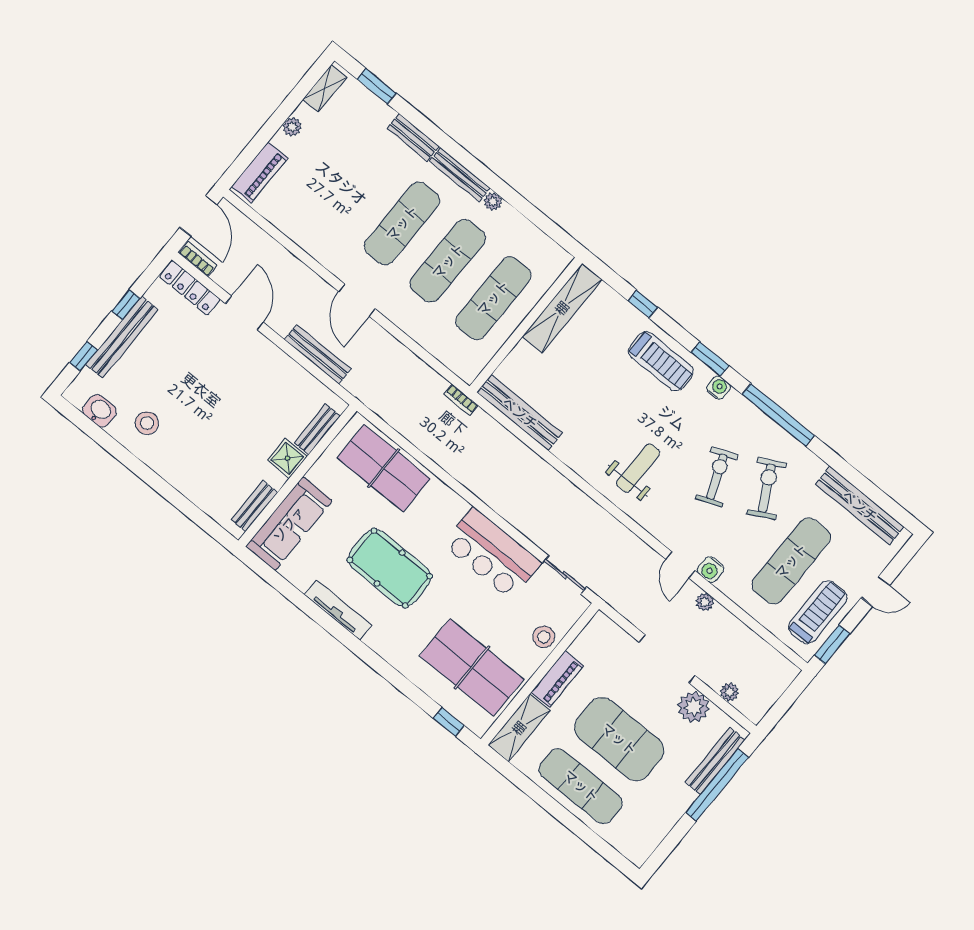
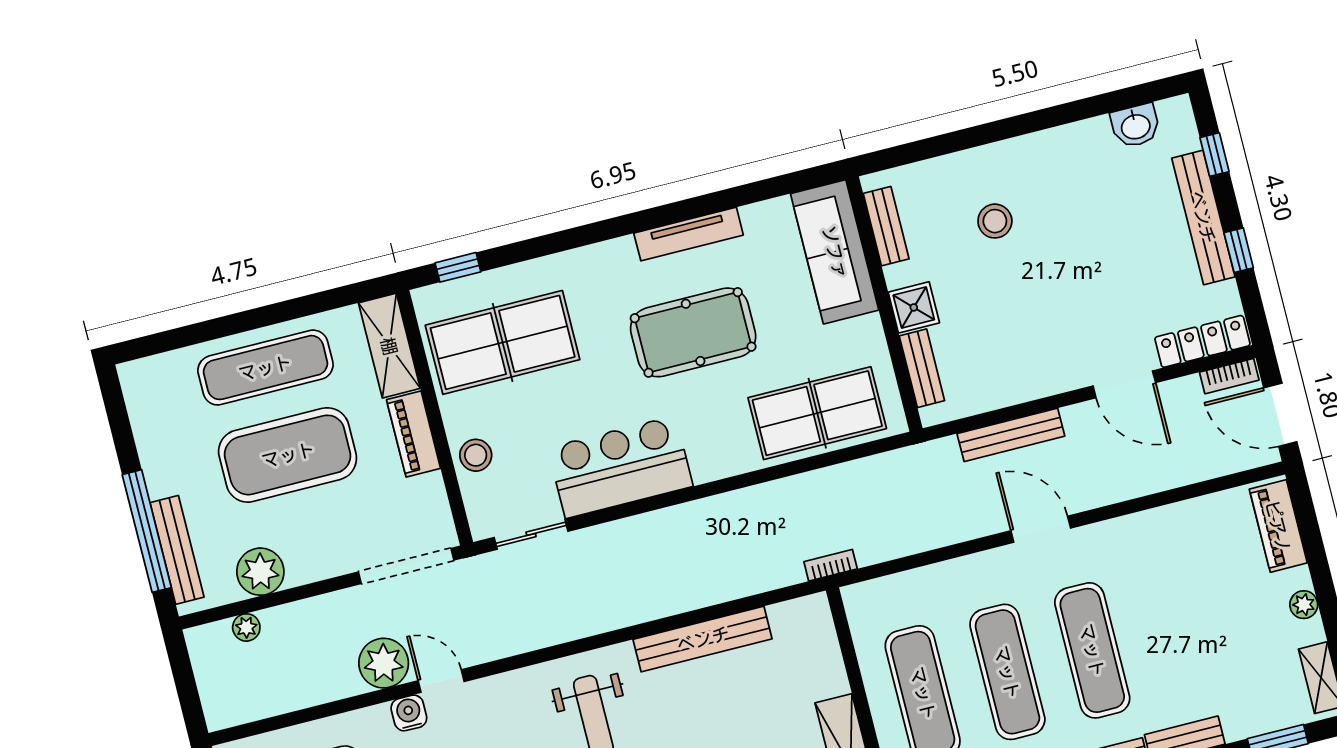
bench: (520, 413) -> (703, 639), moved
stool: (147, 423) -> (995, 221), moved
plant: (705, 602) -> (384, 663), width x1.88, depth x1.88
doorway: (667, 659) -> (406, 566), moved

